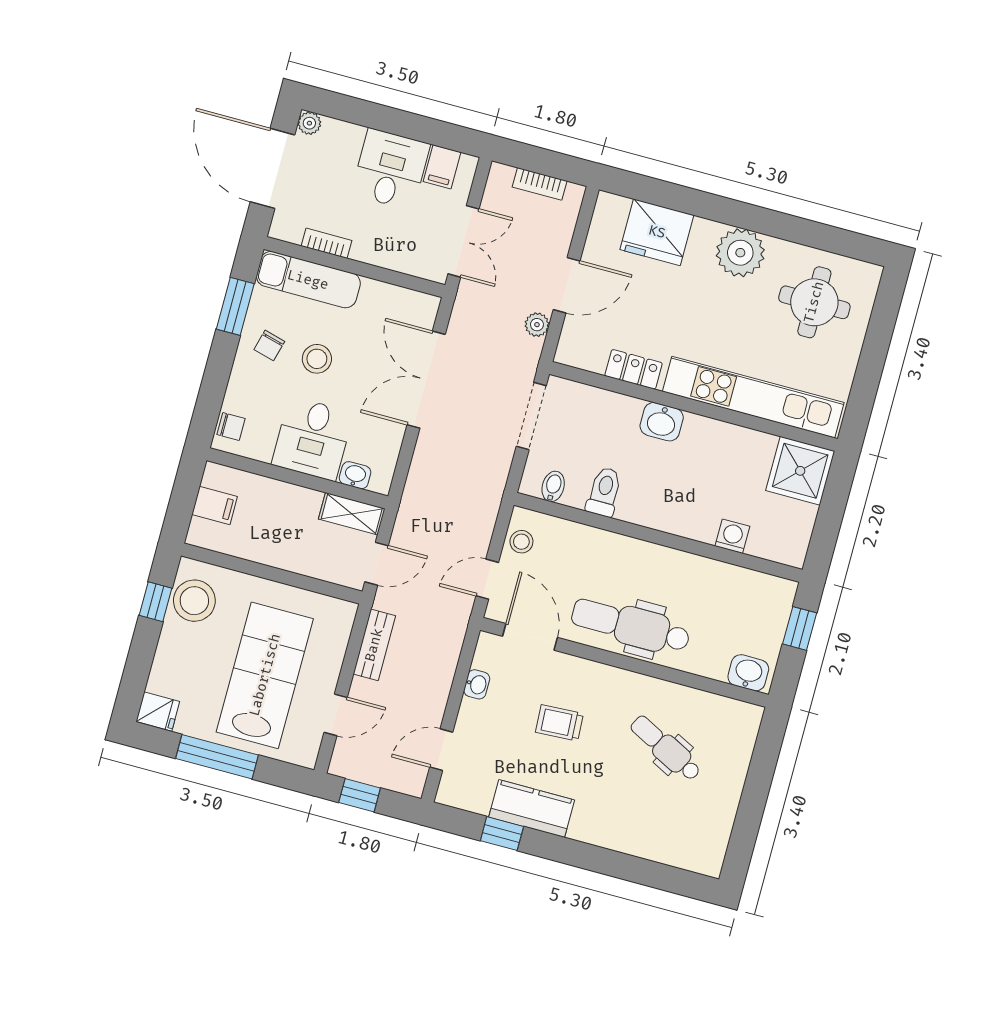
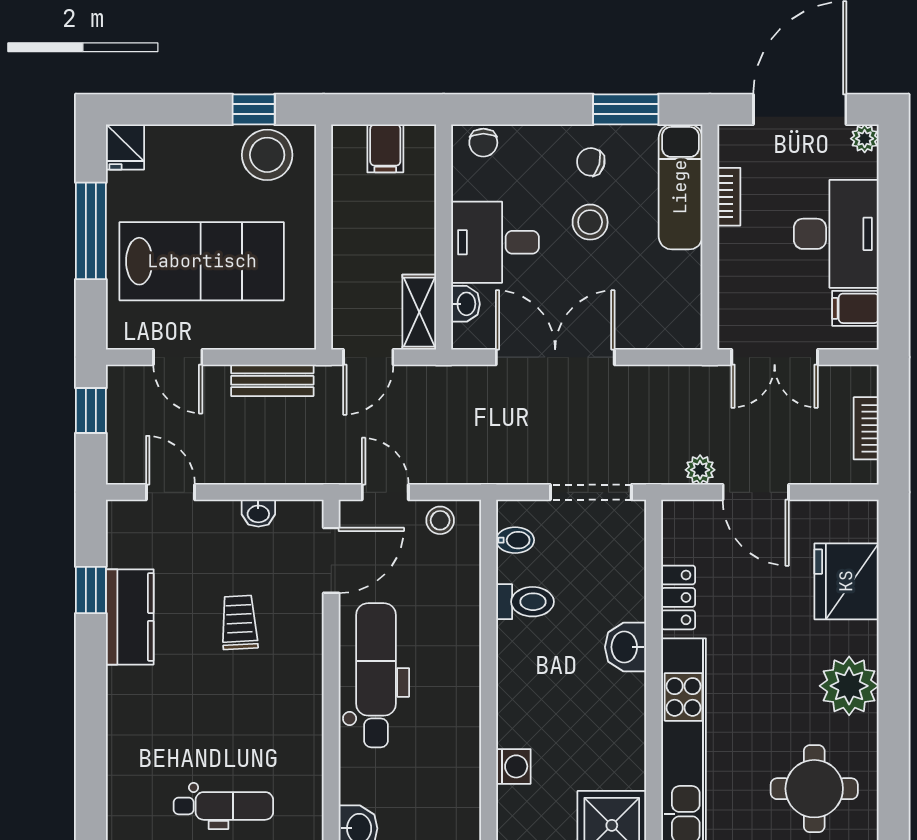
desk: (391, 169) -> (836, 234), width x1.37
double door: (426, 380) -> (555, 357), moved
door: (376, 564) -> (368, 357), hinge flipped
dental chair: (666, 748) -> (223, 806), moved, turned 63

